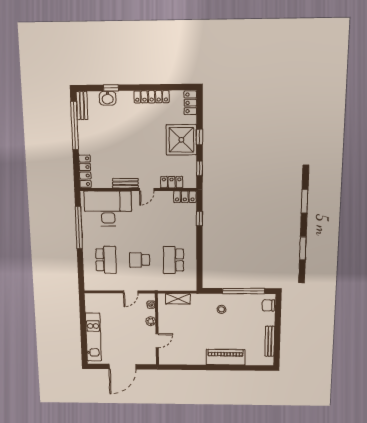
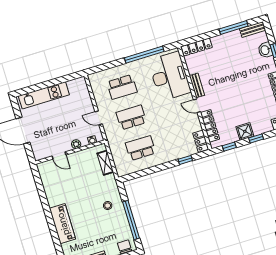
window: (75, 126) -> (234, 28), width x0.68
shower: (181, 140) -> (245, 131), width x0.54, depth x0.54
locker: (172, 182) -> (210, 126), width x1.53
school desk: (140, 260) -> (131, 117), width x1.85

